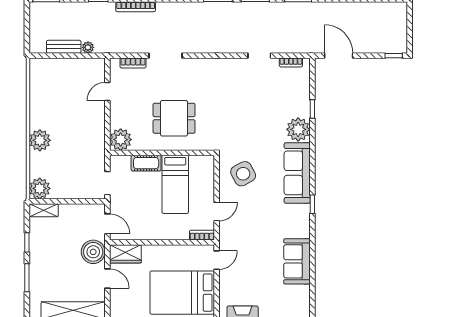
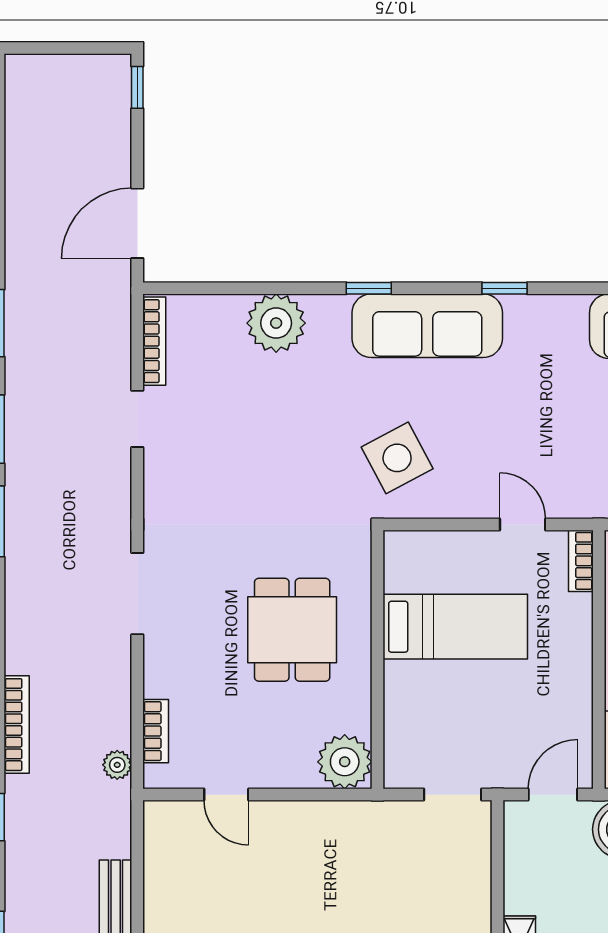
plant: (88, 47) -> (117, 765), moved
doorway: (165, 56) -> (137, 594), moved
bookcase: (291, 62) -> (154, 341), width x1.56
window: (312, 109) -> (369, 288), moved
plant: (298, 129) -> (276, 323), moved
cot: (146, 163) -> (403, 699), removed
side table: (243, 174) -> (397, 458), moved

